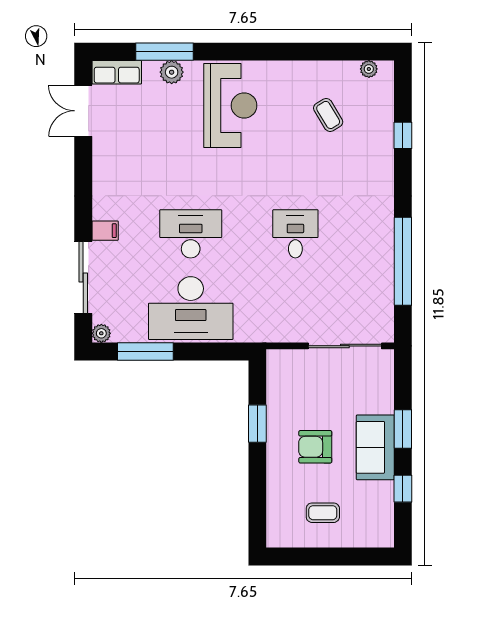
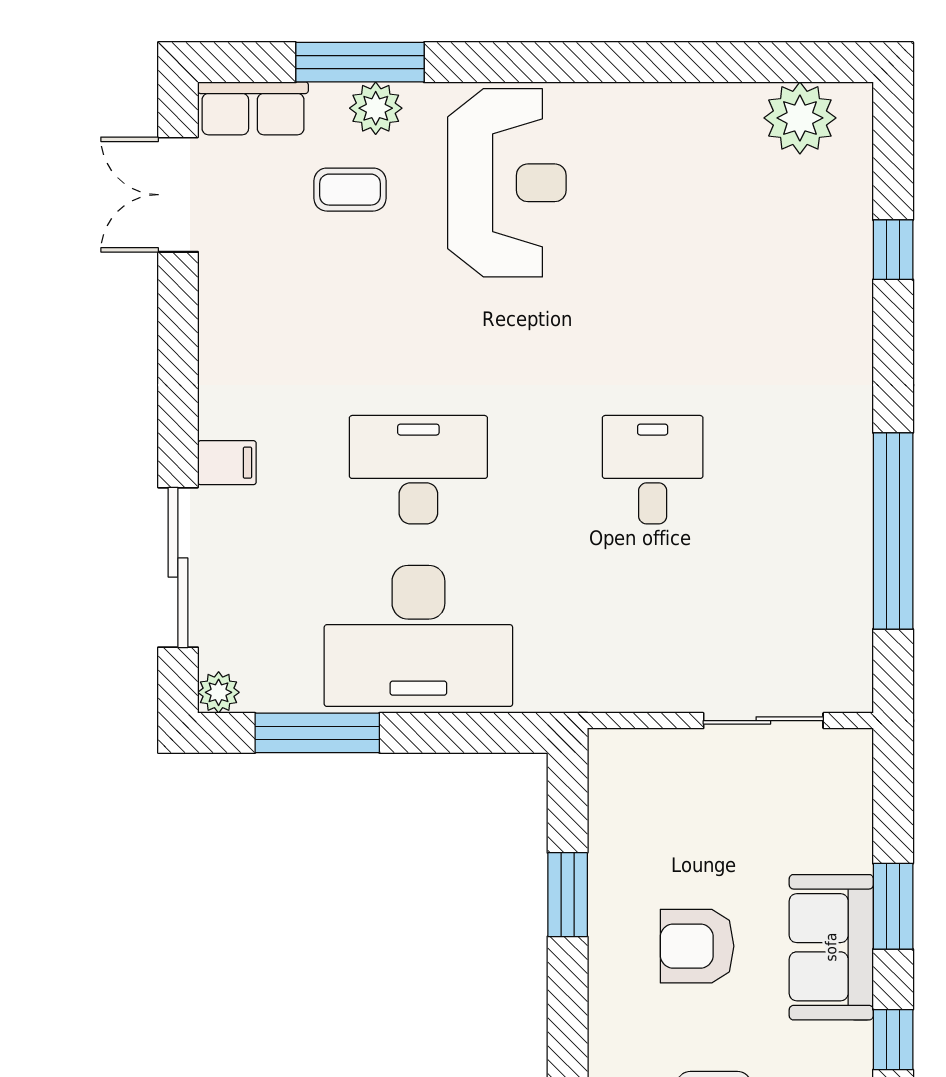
plant: (369, 69) -> (800, 118), width x1.87, depth x1.87
coffee table: (328, 115) -> (350, 190), moved, turned -59
sliding door: (345, 346) -> (763, 721), width x0.73

